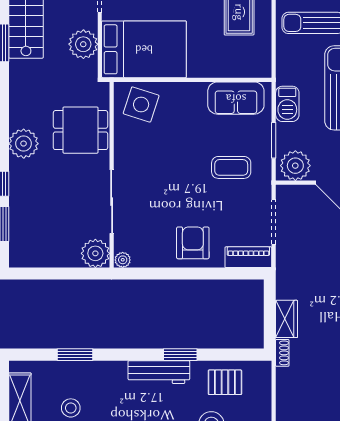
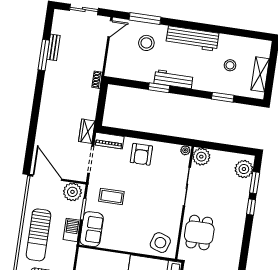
sofa: (236, 98) -> (92, 229), moved, turned 90
dining table: (80, 130) -> (199, 233), turned 90
plant: (24, 144) -> (244, 169), moved
wardrobe: (287, 319) -> (87, 131), moved
pallet: (225, 382) -> (134, 67), removed

